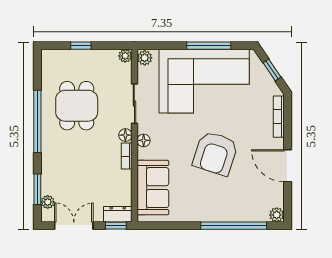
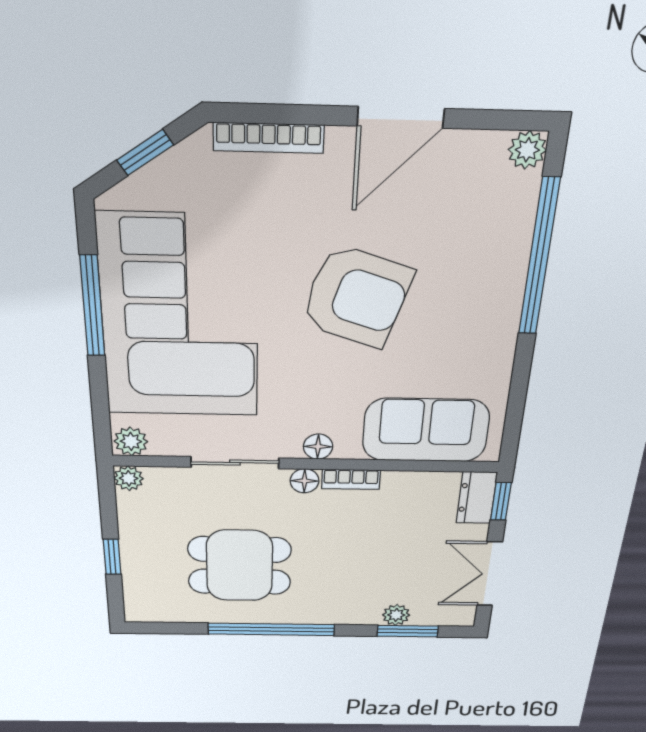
plant: (48, 202) -> (396, 615), moved

